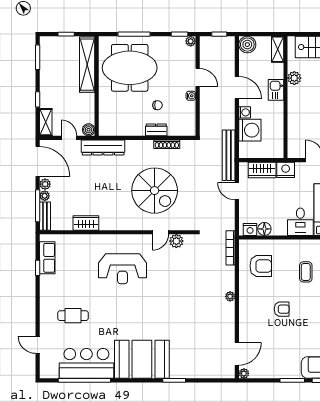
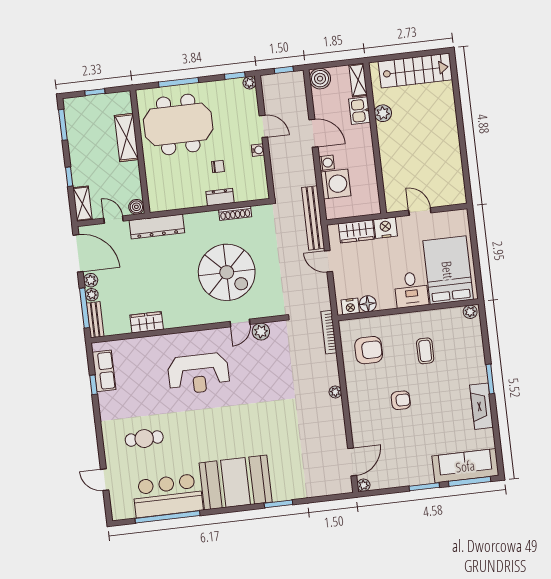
shelving: (87, 65) -> (126, 137), width x0.68
kitchen sink: (276, 90) -> (360, 111), moved

